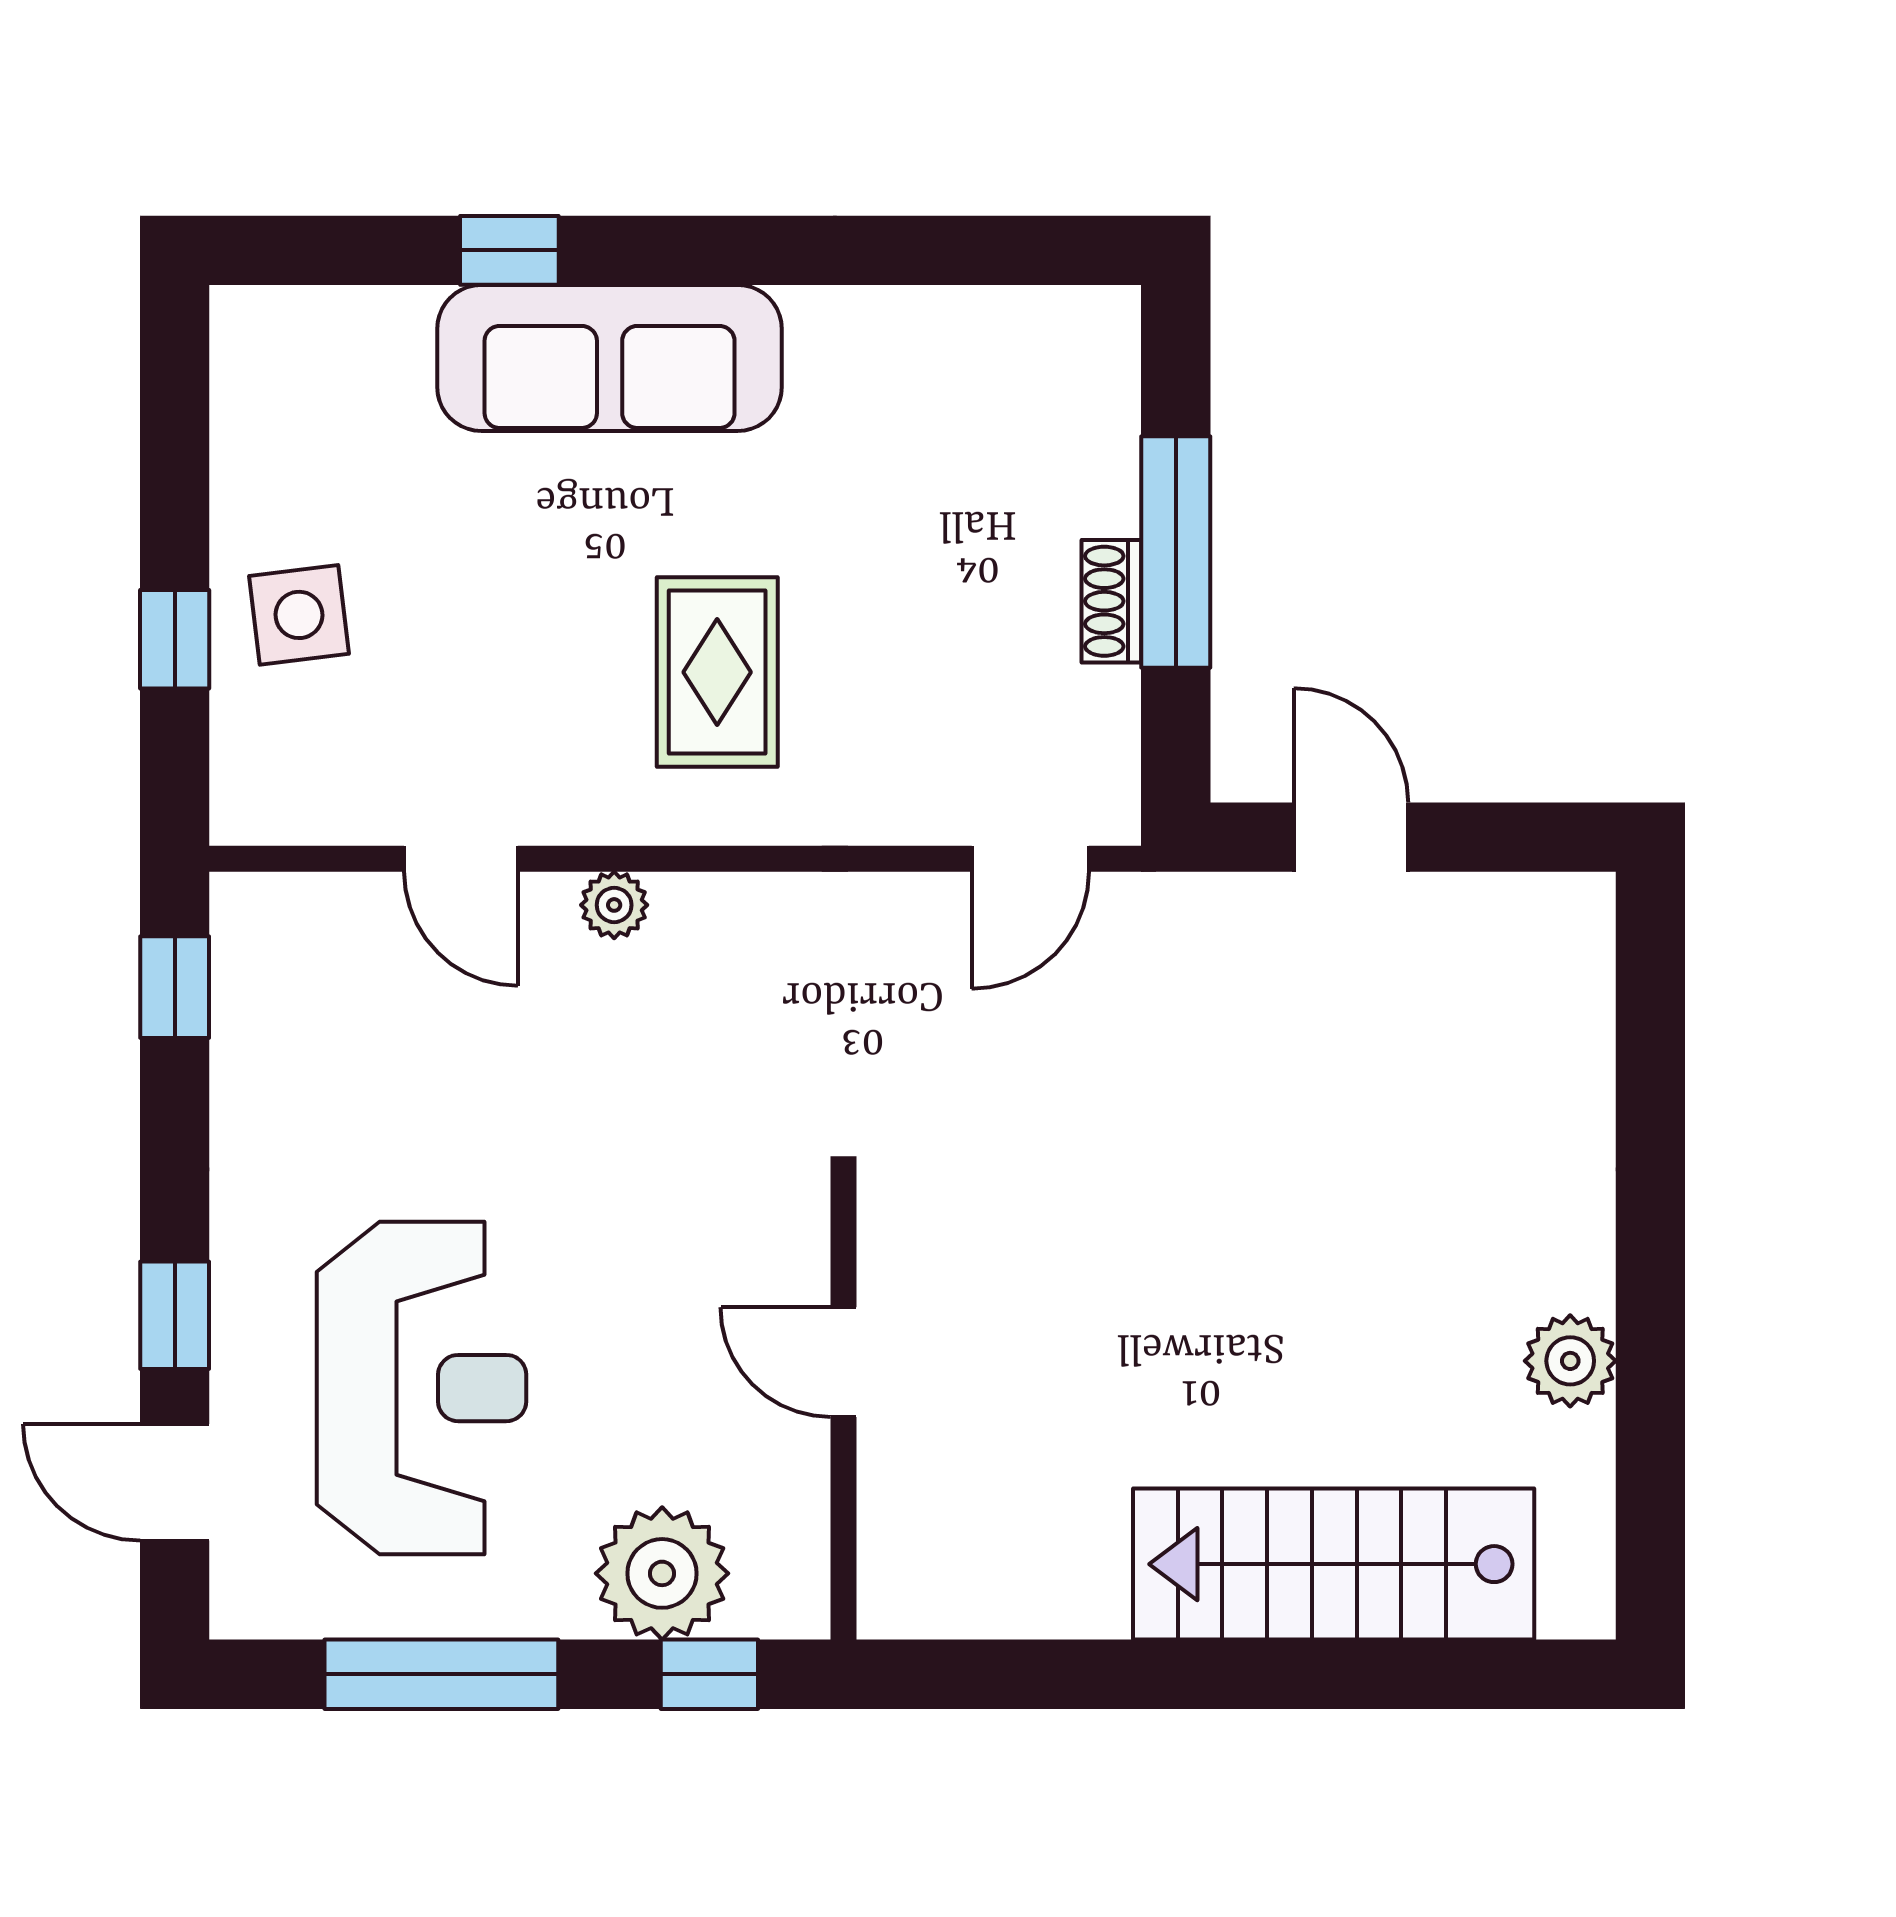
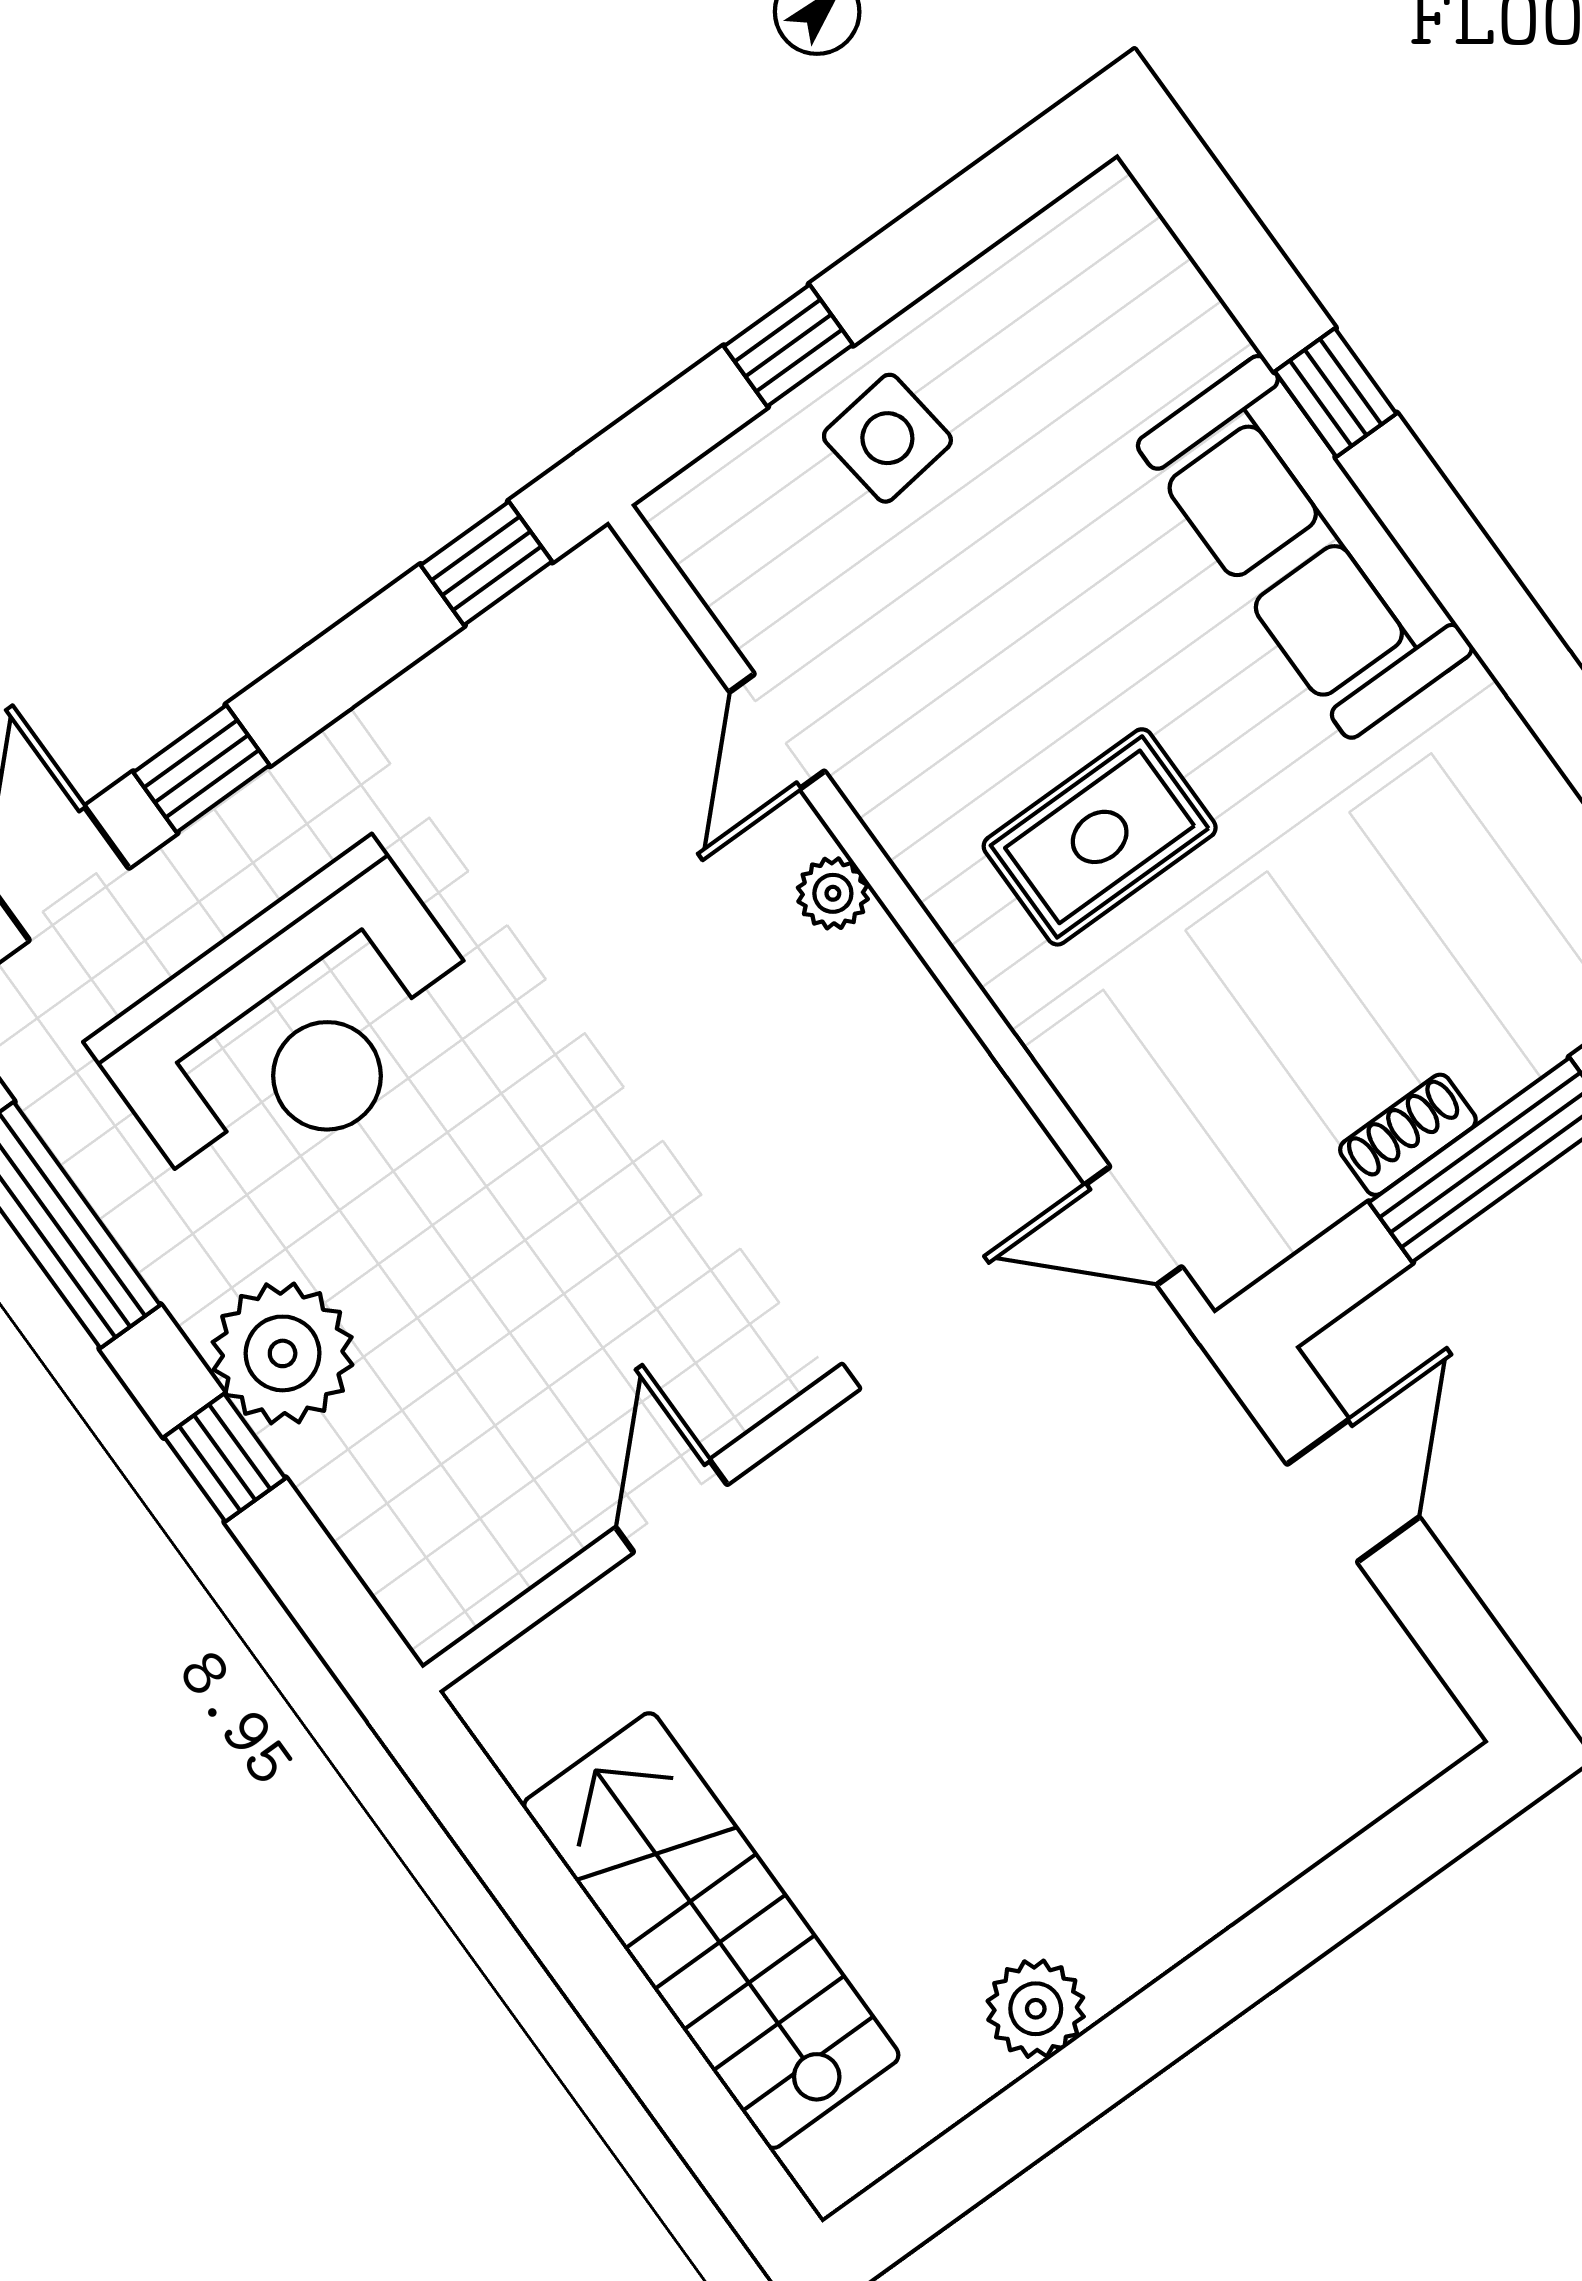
door: (843, 1362) -> (672, 1506), moved
wall: (843, 1411) -> (629, 1537), moved

